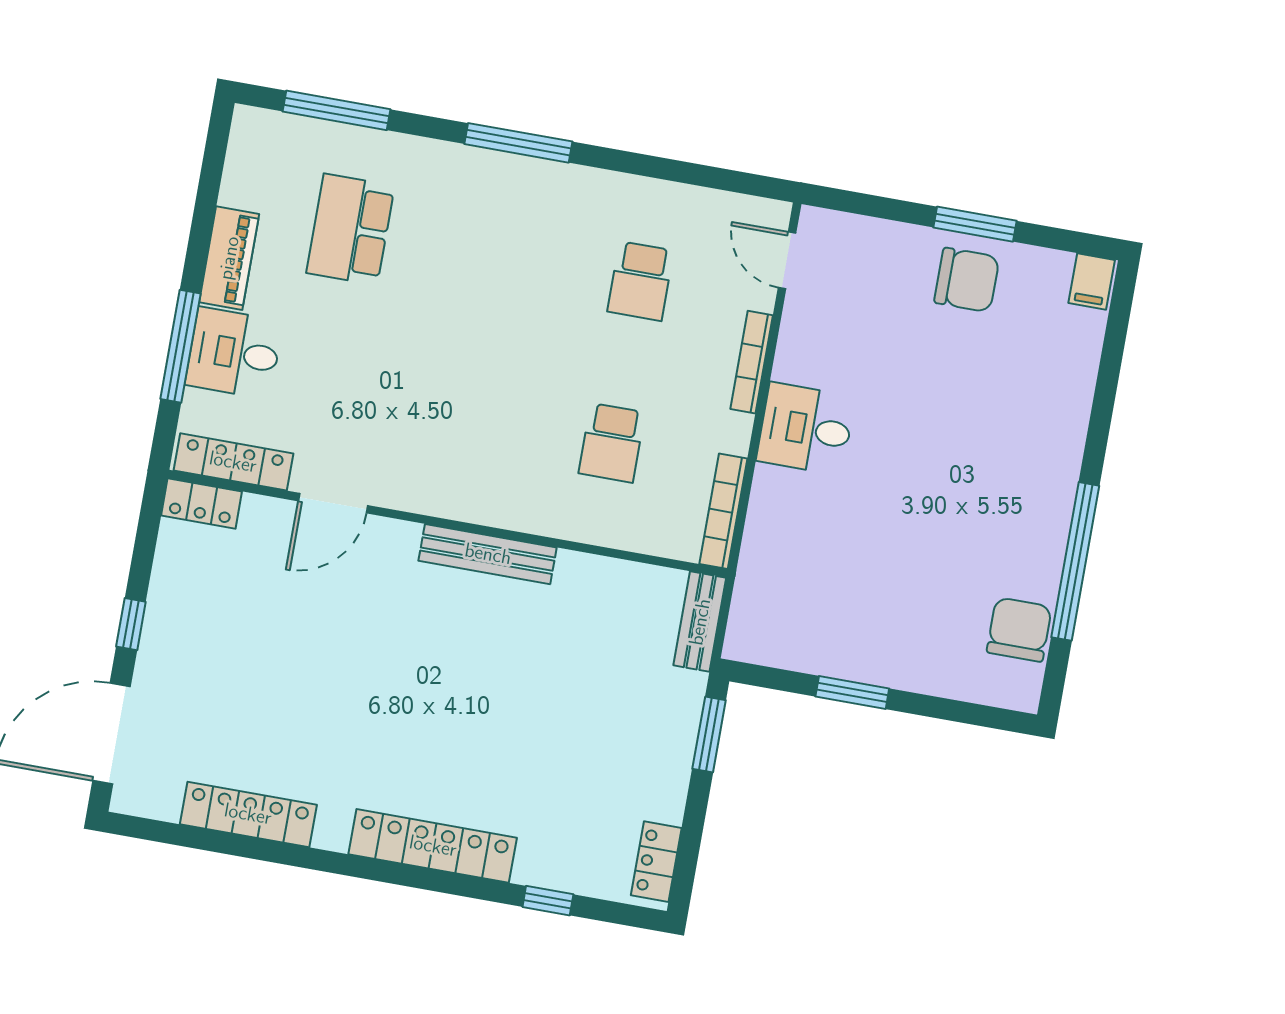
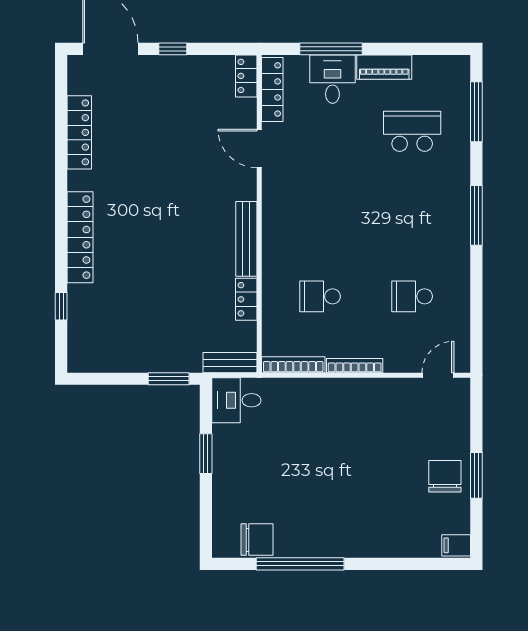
chair: (967, 280) -> (445, 476), turned 180
bookcase: (752, 362) -> (355, 366), moved
desk: (806, 429) -> (236, 400), moved, turned -90
locker: (656, 862) -> (246, 299), moved, turned -90

